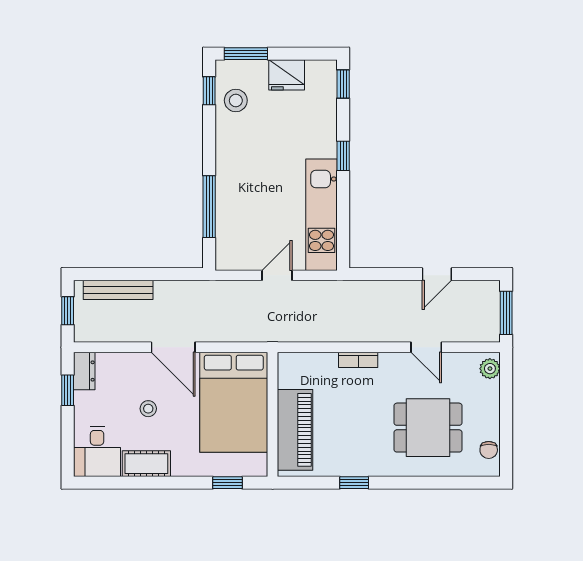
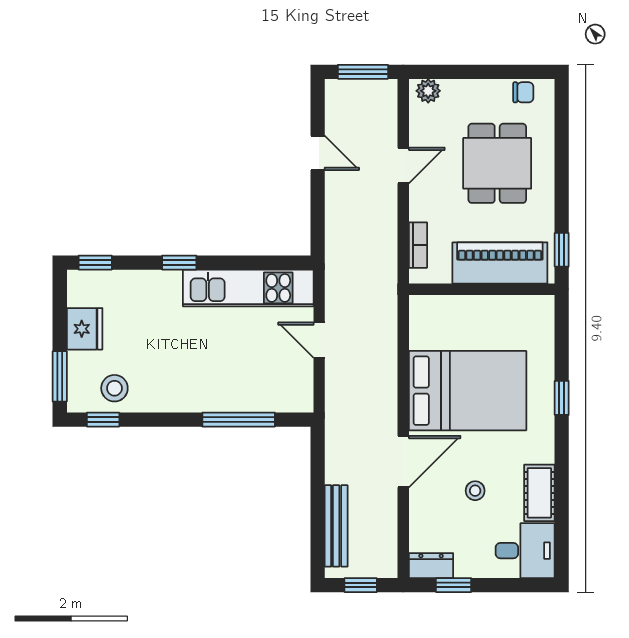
wall: (273, 414) -> (482, 289), moved
piano: (295, 430) -> (500, 263), moved

